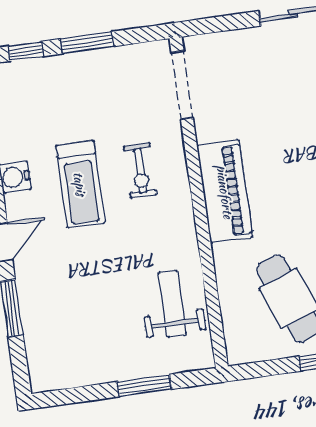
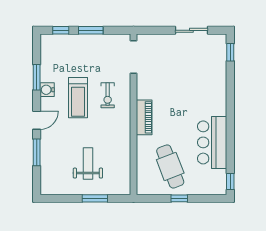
piano: (225, 192) -> (144, 117), width x0.73, depth x0.75
weight bench: (172, 304) -> (88, 164), moved

